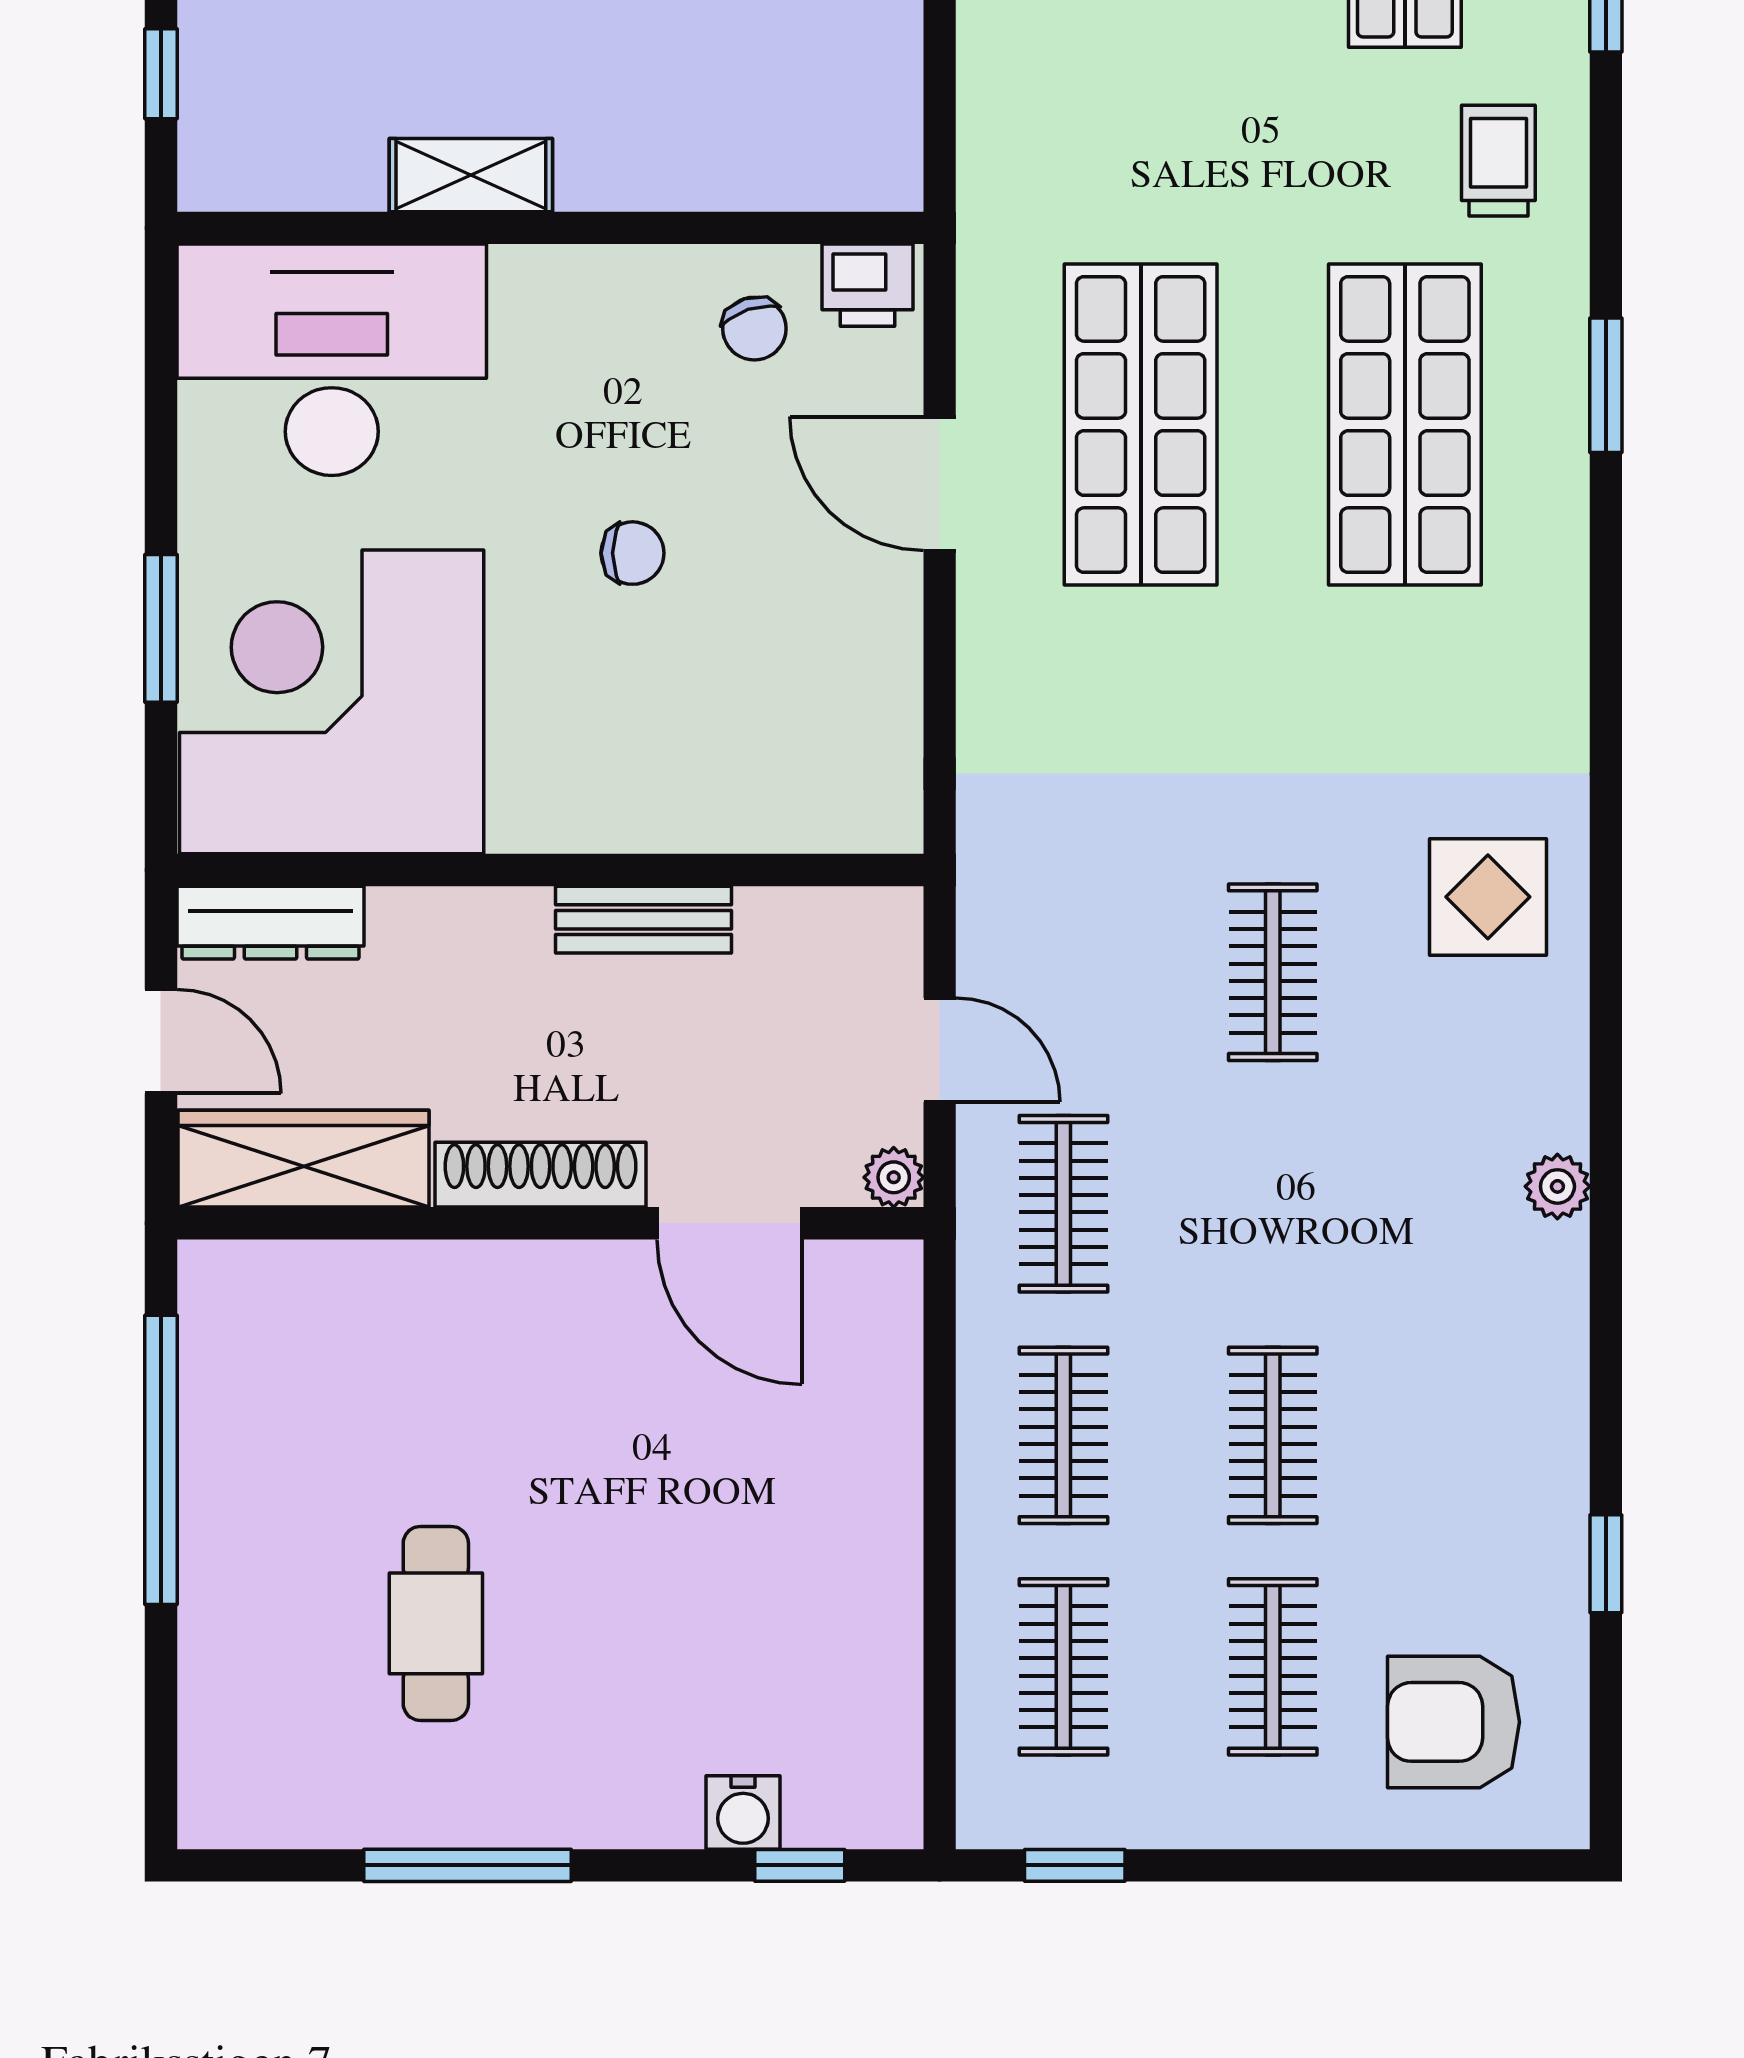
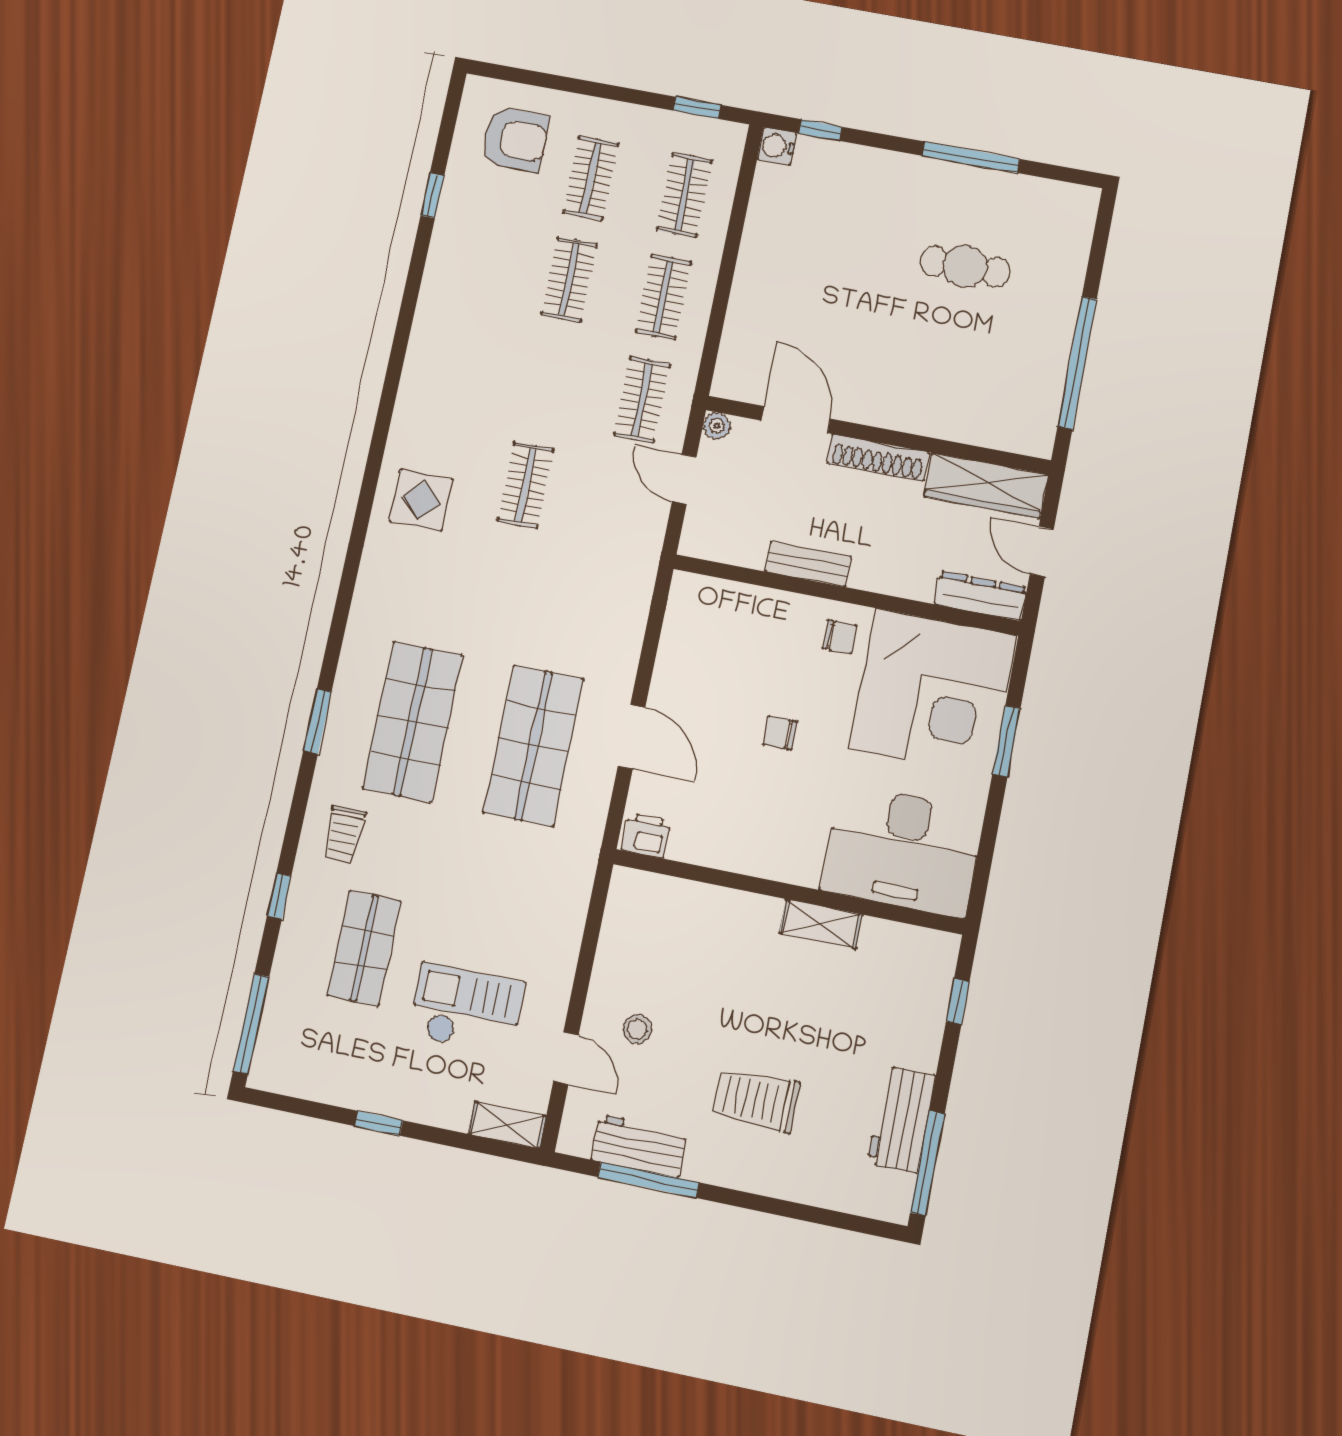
chair: (754, 329) -> (840, 637), moved, turned 108
plant: (1557, 1186) -> (418, 365), removed
cafe table: (436, 1623) -> (965, 266), turned 90
water cooler: (743, 1812) -> (777, 146), moved, turned -90

